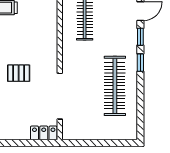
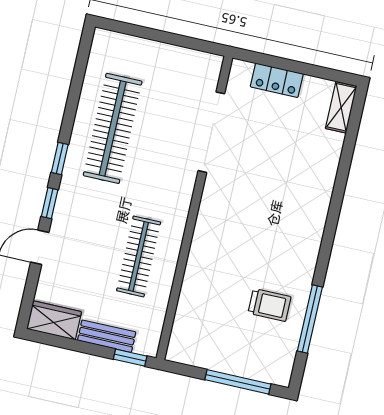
pallet: (19, 73) -> (273, 188), removed
locker: (44, 133) -> (277, 80), moved

